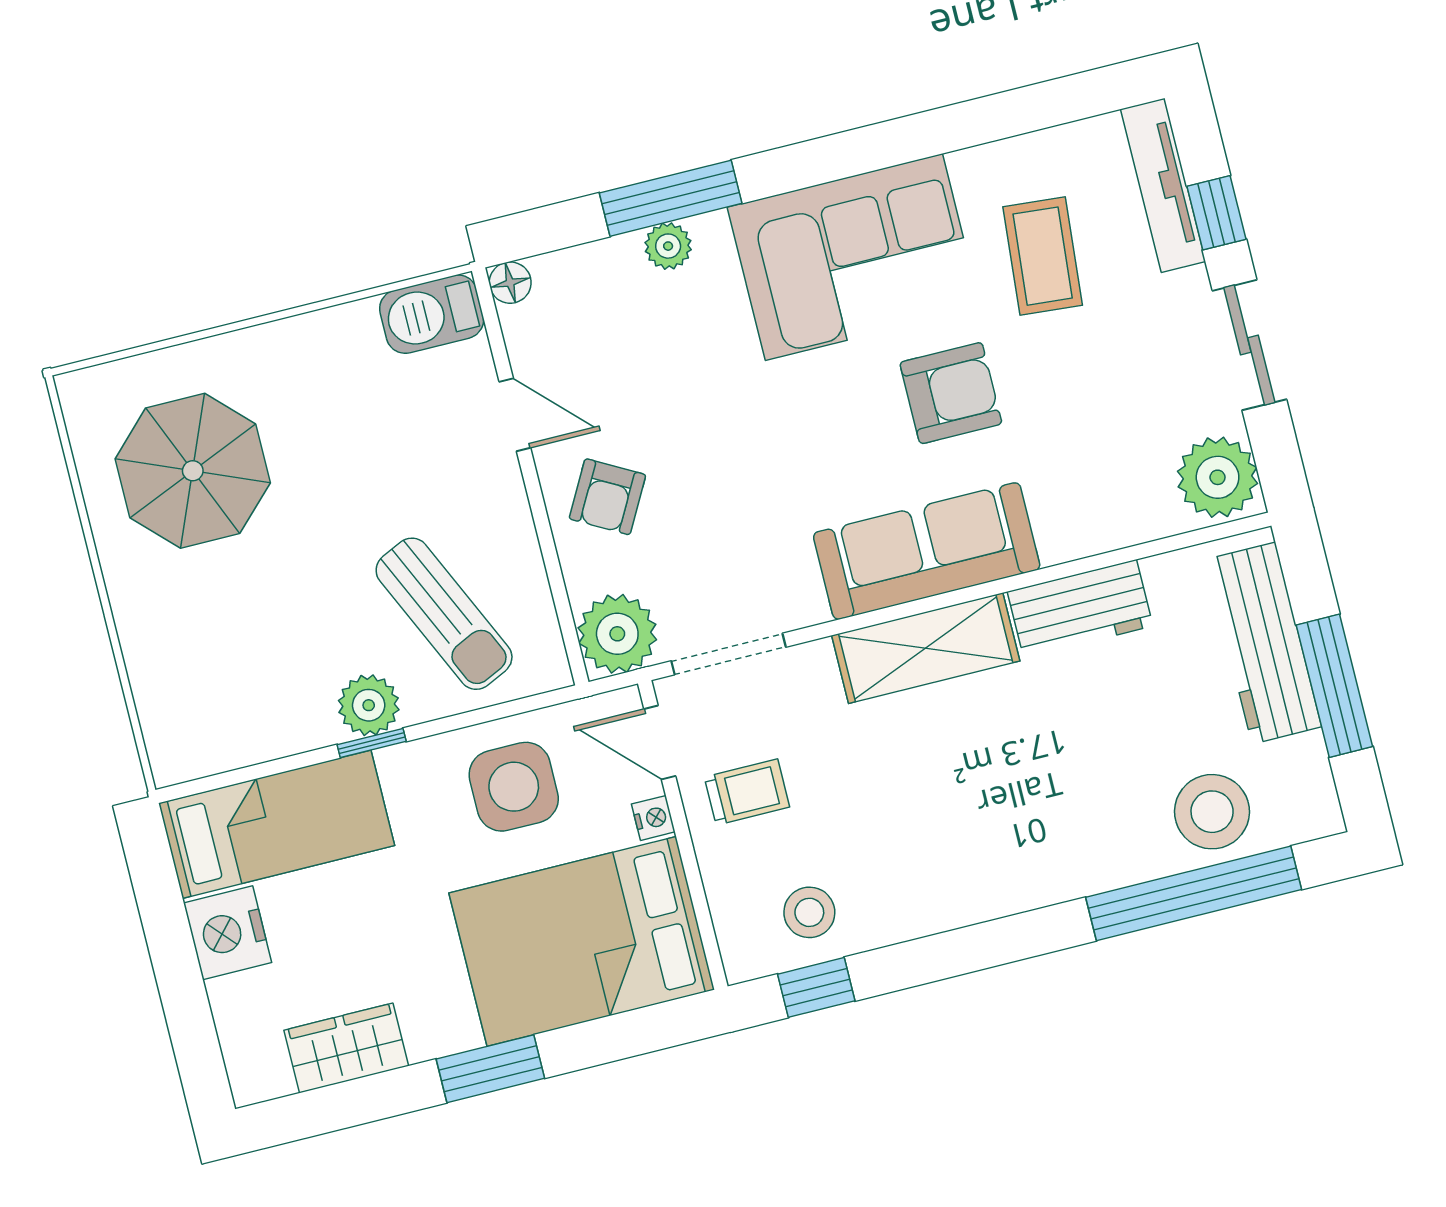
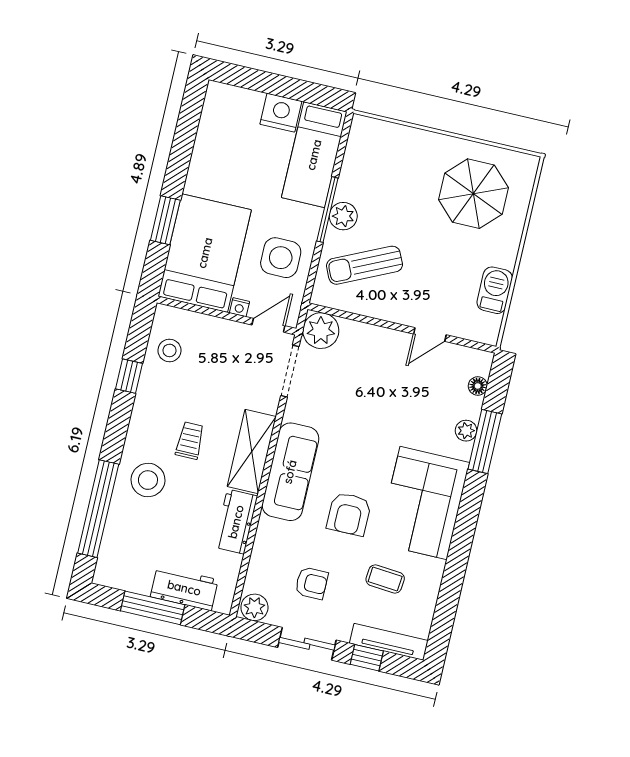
coffee table: (1043, 256) -> (385, 579), width x0.73, depth x0.77
floor lamp: (510, 283) -> (478, 386), moved
barbecue: (432, 314) -> (495, 290), moved
plant: (1218, 477) -> (254, 607), width x0.73, depth x0.73
armchair: (607, 497) -> (312, 583), moved, turned 151
workbench: (1264, 643) -> (184, 588), width x0.73
window: (372, 743) -> (327, 210), width x2.17
trolley: (747, 792) -> (190, 441), moved, turned 180
stool: (1212, 812) -> (148, 480), moved
window: (816, 987) -> (129, 376), moved
wardrobe: (346, 1048) -> (210, 137), removed
window: (490, 1069) -> (165, 220), moved

